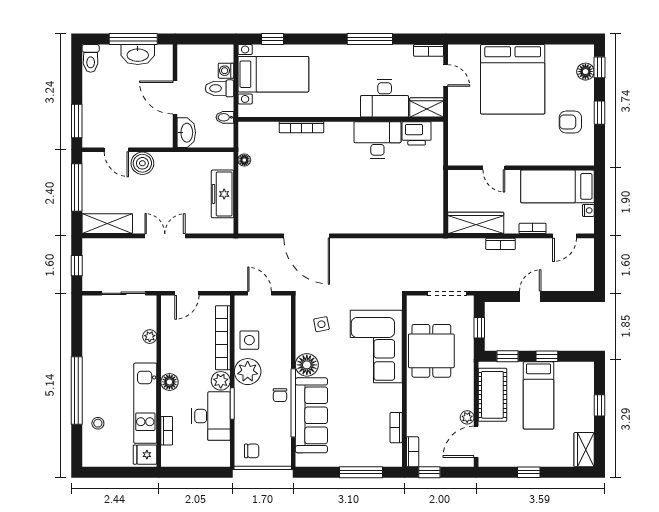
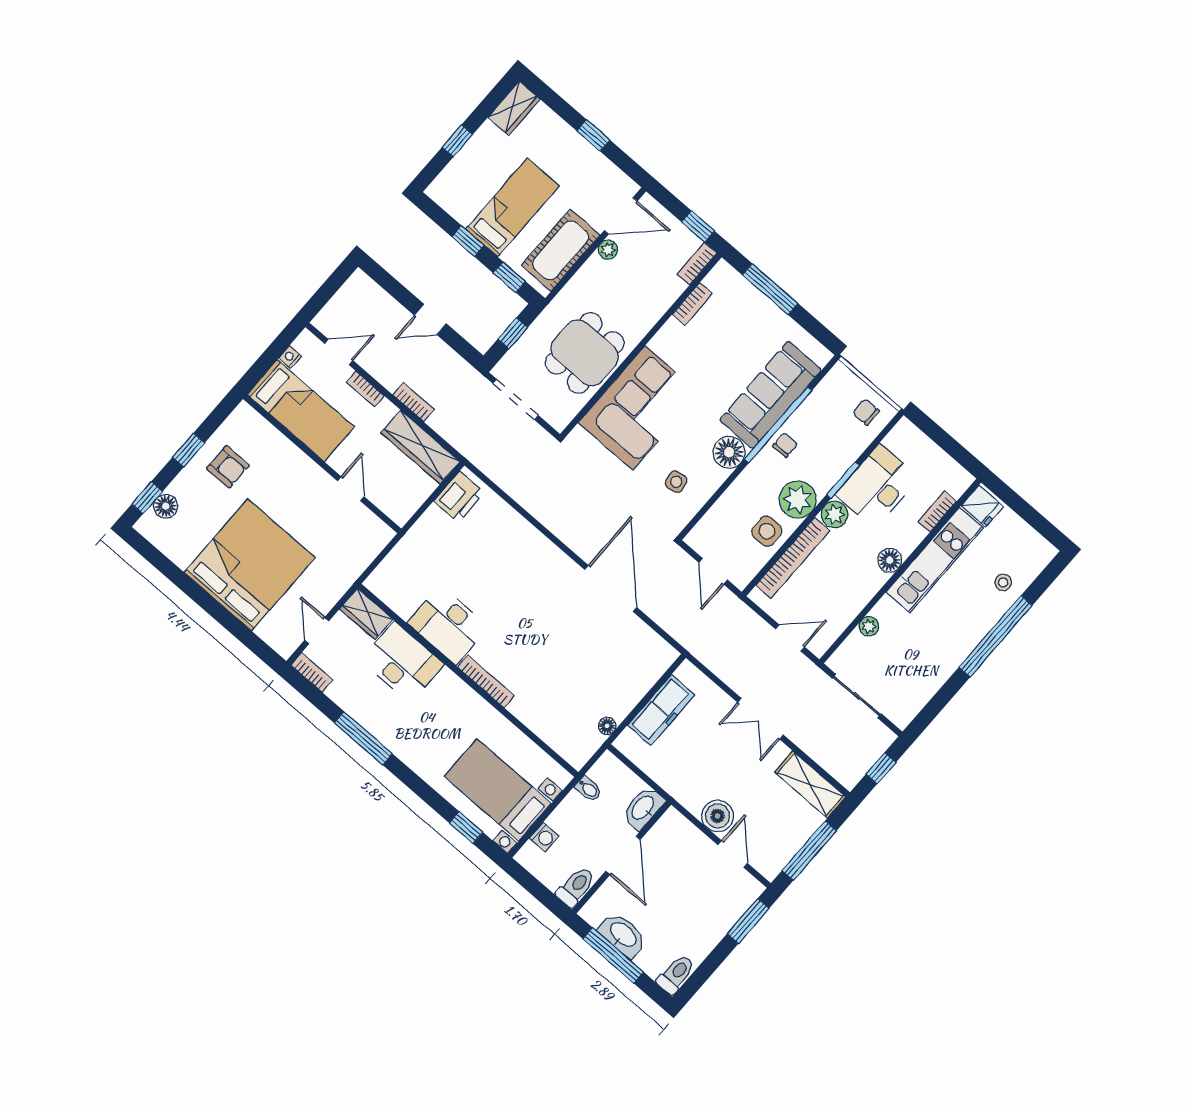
toilet: (220, 88) -> (576, 887), moved, turned -90
bookcase: (302, 127) -> (486, 682), moved
printer: (417, 133) -> (459, 497), moved, turned 90

